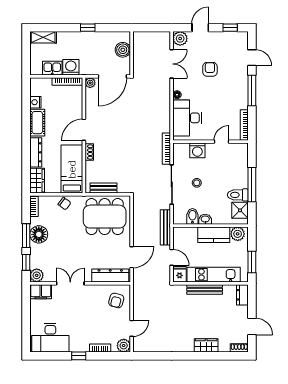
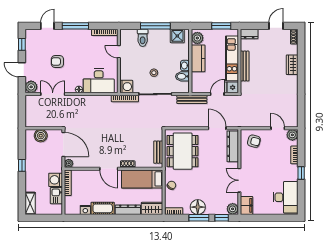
washing machine: (197, 150) -> (126, 87), moved
toilet: (238, 195) -> (143, 38), moved

